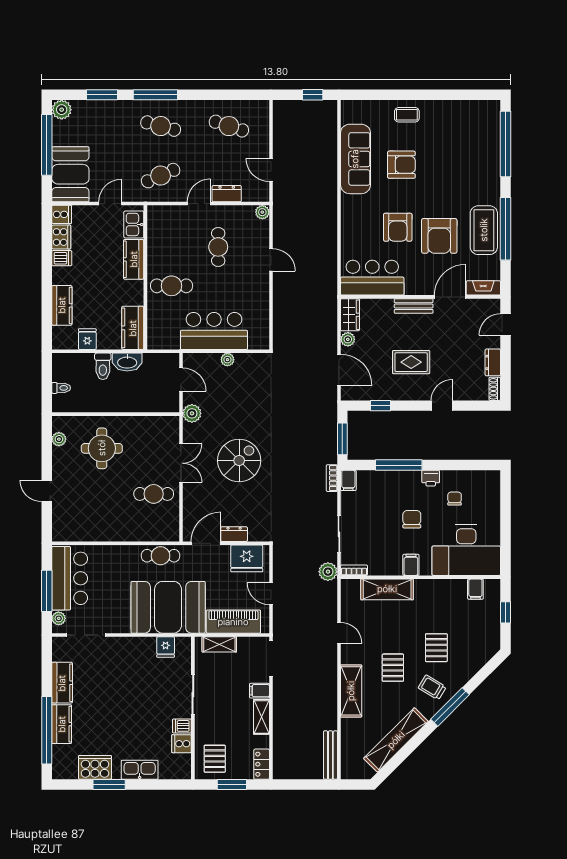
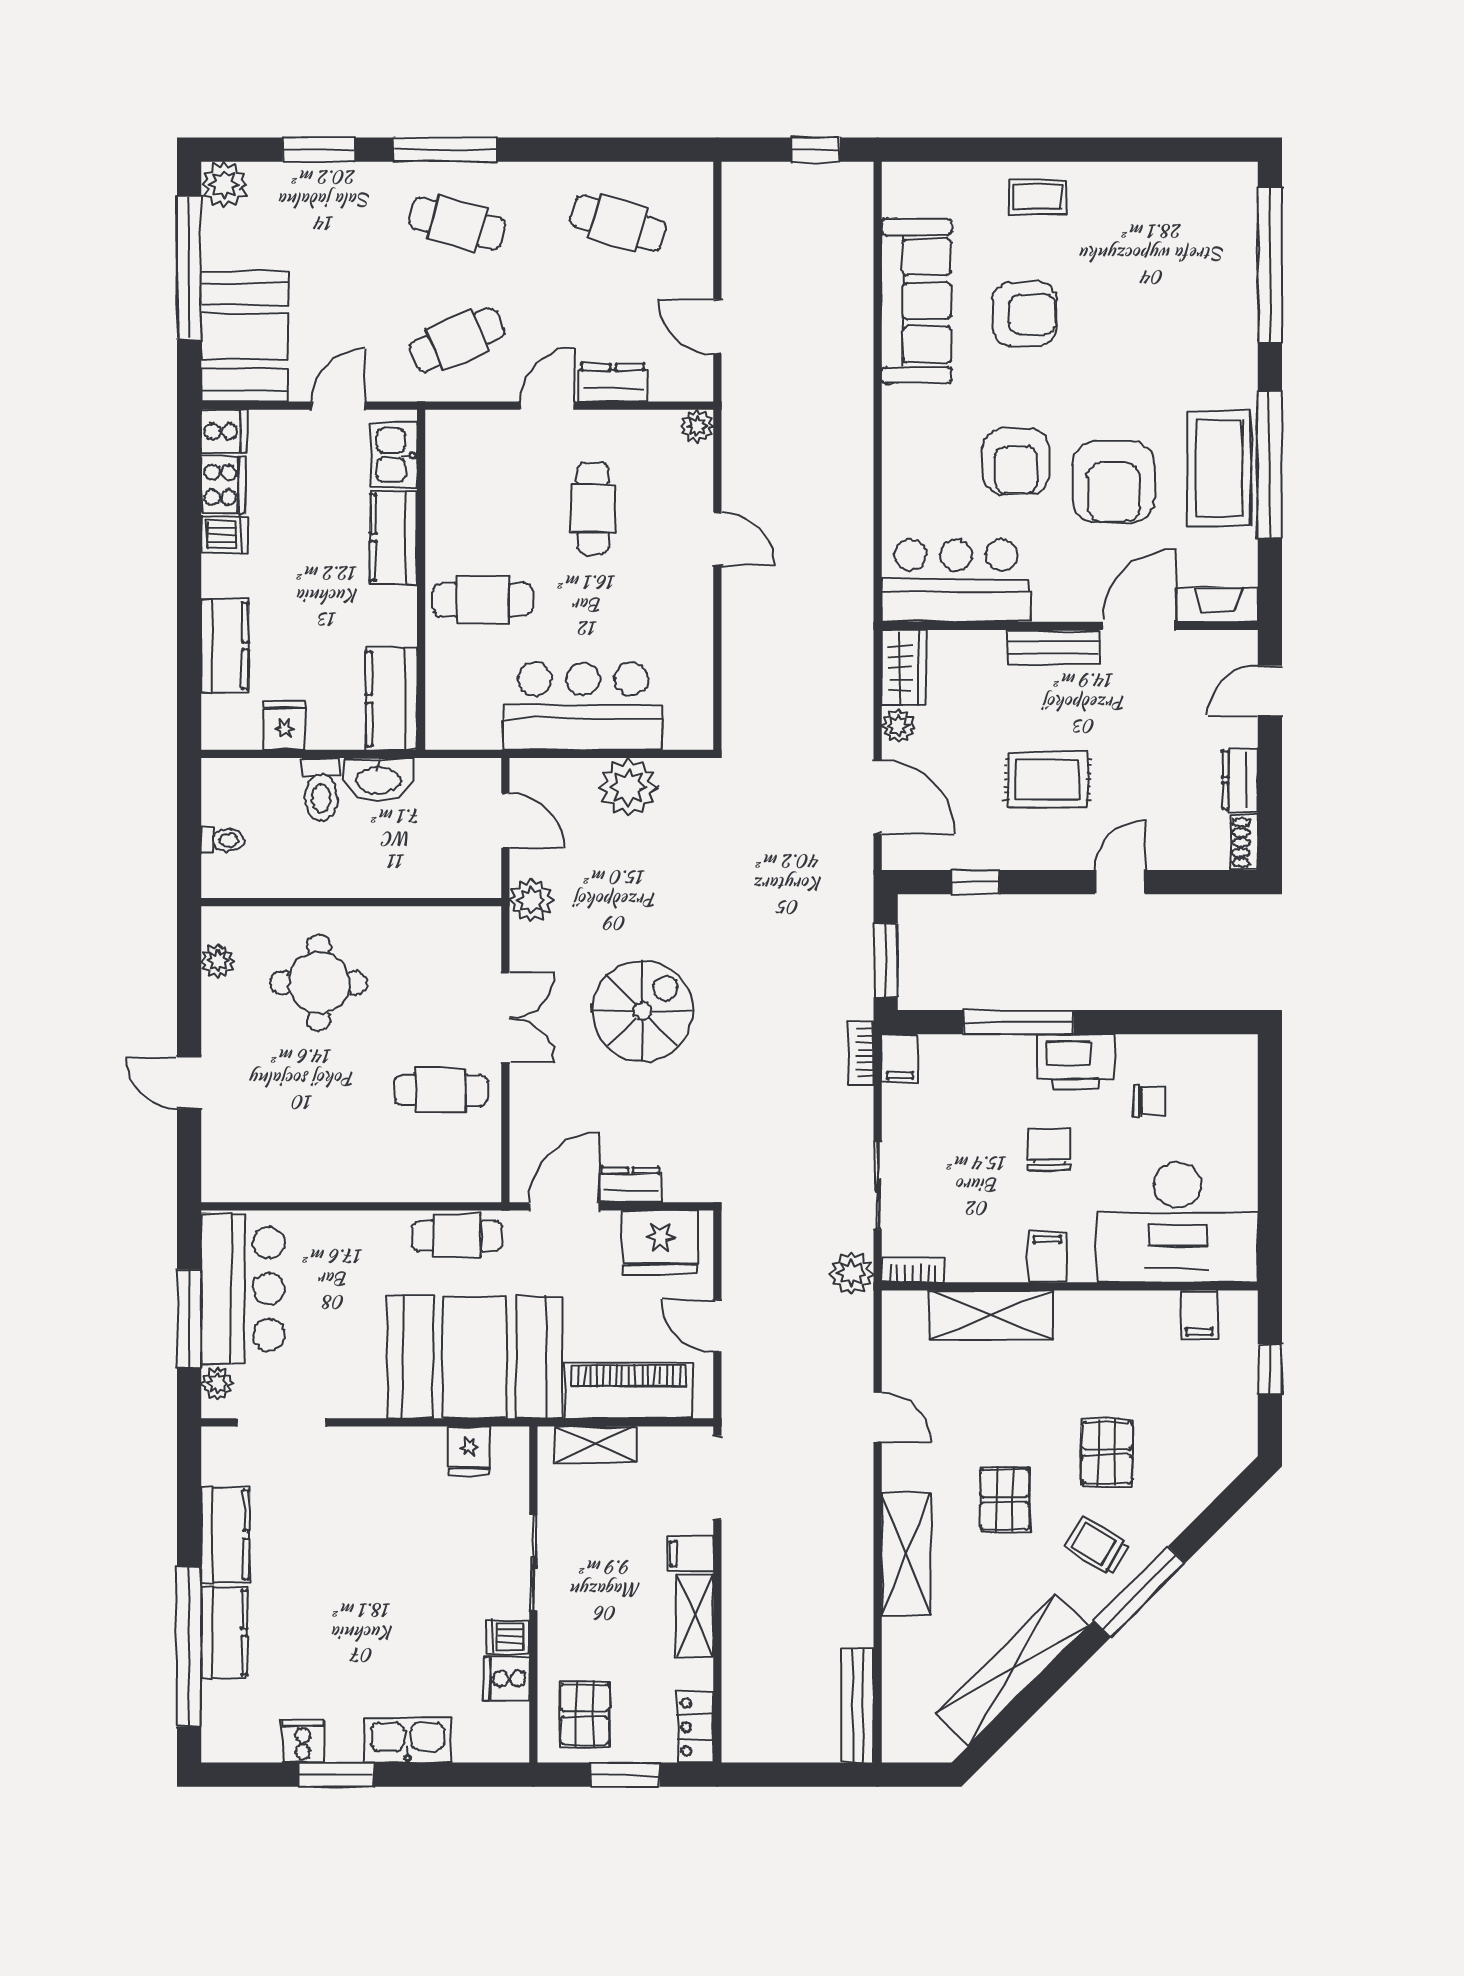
plant: (227, 360) -> (628, 787), width x1.88, depth x1.88
printer: (431, 478) -> (1076, 1062), width x1.87, depth x1.48
chair: (455, 499) -> (1150, 1101), turned 90
cooker: (95, 767) -> (303, 1741), width x0.53, depth x0.76

